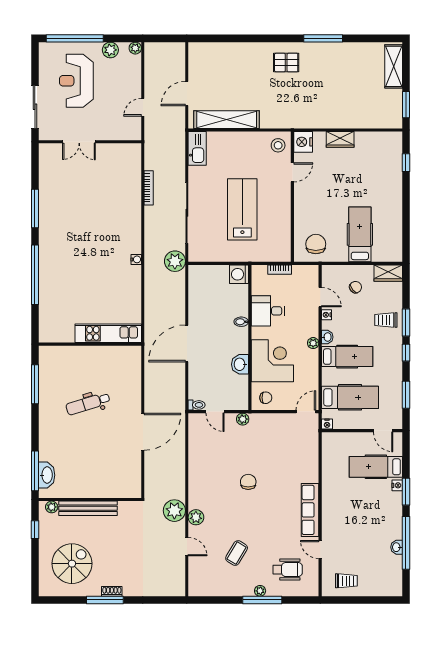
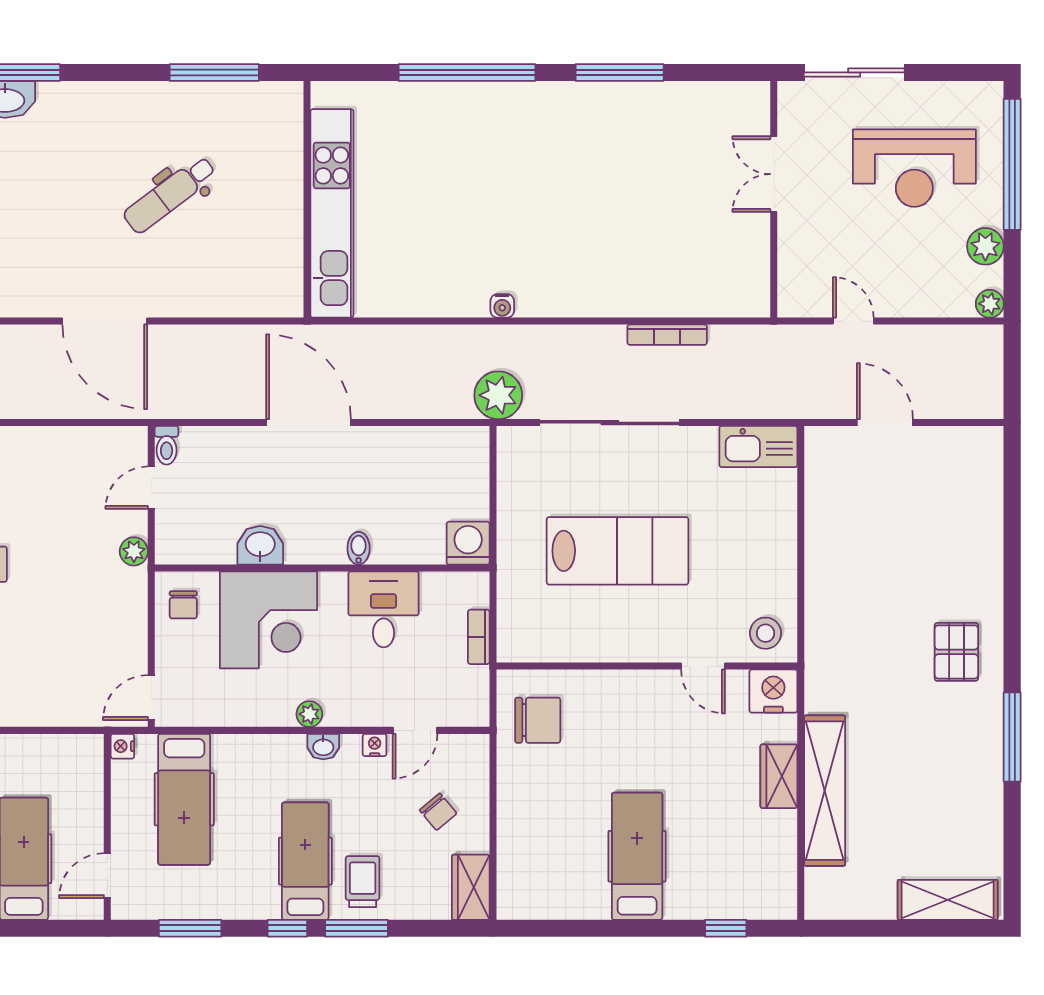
reception desk: (76, 81) -> (914, 168), turned 180
window: (406, 105) -> (859, 928), removed
shelving: (227, 120) -> (825, 791), moved
hospital bed: (360, 234) -> (637, 856), moved, turned -90
kitchen unit: (108, 333) -> (332, 213), width x1.36
hospital bed: (347, 357) -> (305, 861), moved, turned 180
dental chair: (88, 404) -> (170, 195), turned -110
door: (306, 412) -> (151, 698), swing flipped

